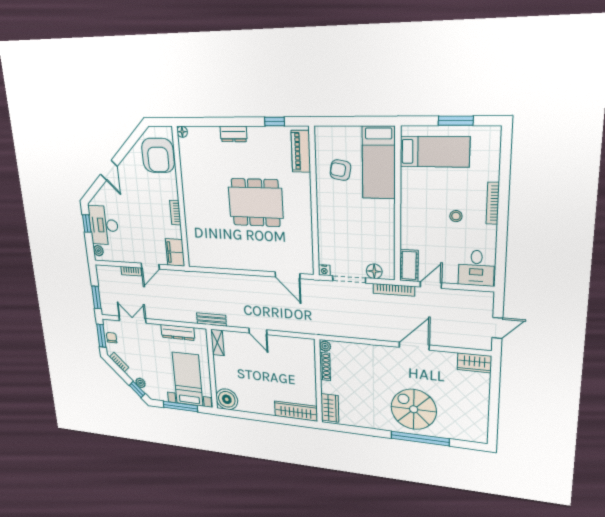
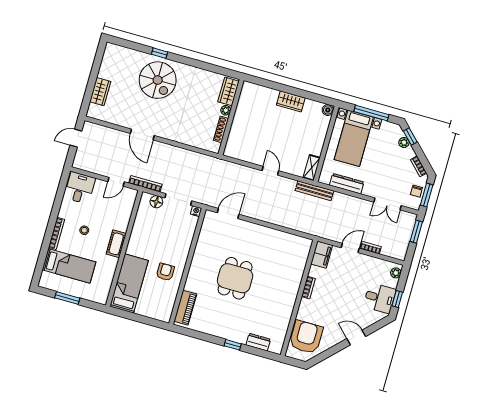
window: (274, 121) -> (233, 345), moved
floor lamp: (182, 132) -> (278, 349), removed
dresser: (234, 134) -> (258, 342), moved
bed: (435, 152) -> (69, 266), moved, turned 180
door: (109, 170) -> (356, 337), hinge flipped
armchair: (340, 170) -> (165, 272), moved, turned -100
dining table: (256, 203) -> (235, 278), width x0.73
desk: (104, 225) -> (380, 298), width x0.73
cot: (409, 265) -> (116, 244), moved
door: (287, 275) -> (228, 213), hinge flipped
bench: (211, 319) -> (314, 191), width x1.36
plant: (325, 346) -> (226, 110), moved
door: (414, 346) -> (142, 134), hinge flipped
wardrobe: (474, 363) -> (100, 92), moved, turned 90
boiler: (227, 399) -> (328, 110), width x0.54, depth x0.54
wardrobe: (296, 411) -> (291, 101), moved, width x0.67
window: (420, 439) -> (160, 53), width x0.32

